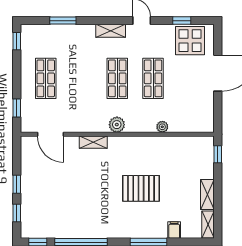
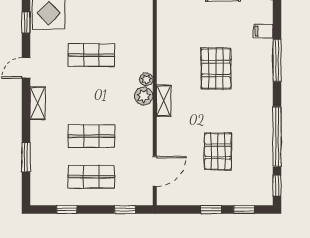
window: (17, 41) -> (67, 210), moved
shop shelf: (117, 78) -> (91, 136), moved
plant: (162, 127) -> (146, 79), moved
shelving: (93, 142) -> (164, 101), moved
pallet: (68, 190) -> (218, 151), added

